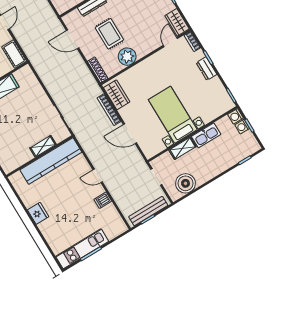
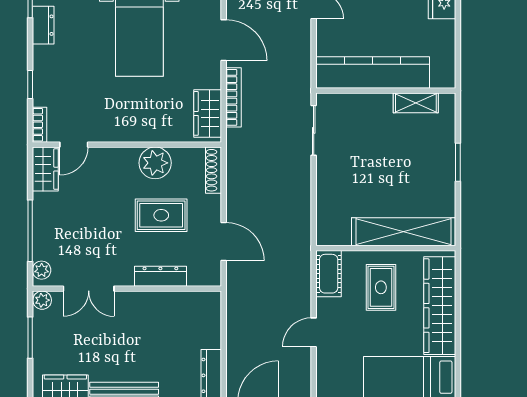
rug: (109, 34) -> (161, 215), turned 90
dresser: (206, 69) -> (43, 25), moved
shelving: (43, 146) -> (416, 103), moved

